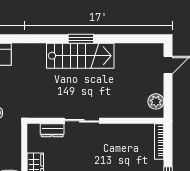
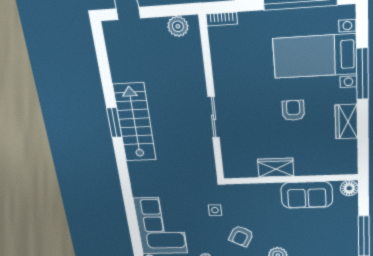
dresser: (52, 130) -> (229, 150), removed
bookcase: (159, 141) -> (222, 19), width x0.64

